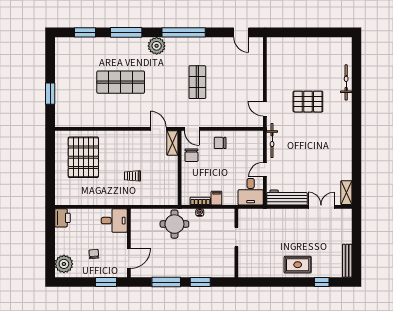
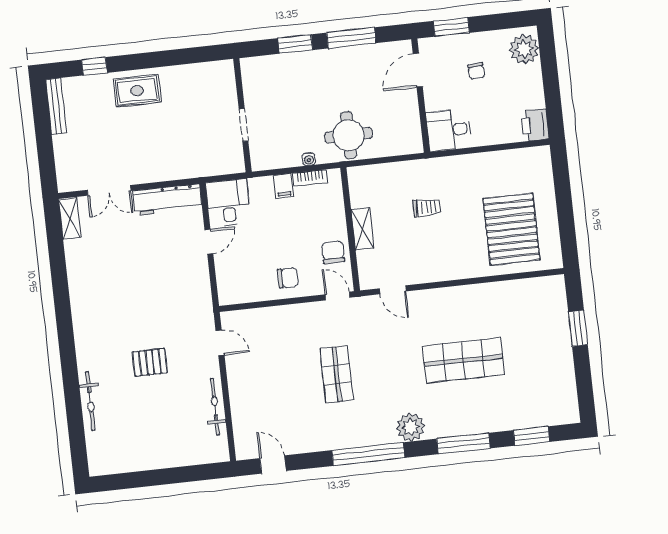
pallet: (308, 102) -> (150, 362), width x0.67, depth x0.71
bicycle: (272, 141) -> (215, 407), moved
shelving: (172, 143) -> (362, 229), moved

